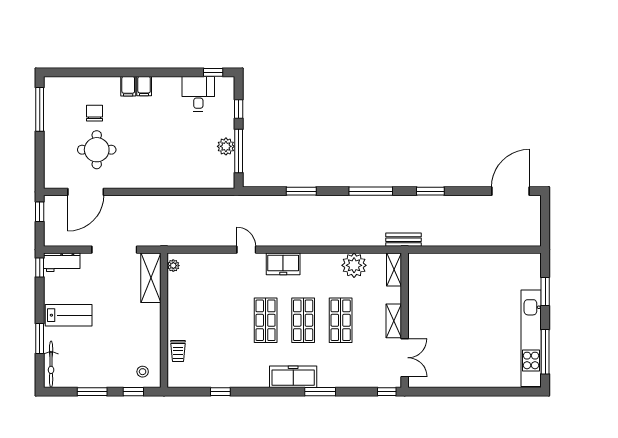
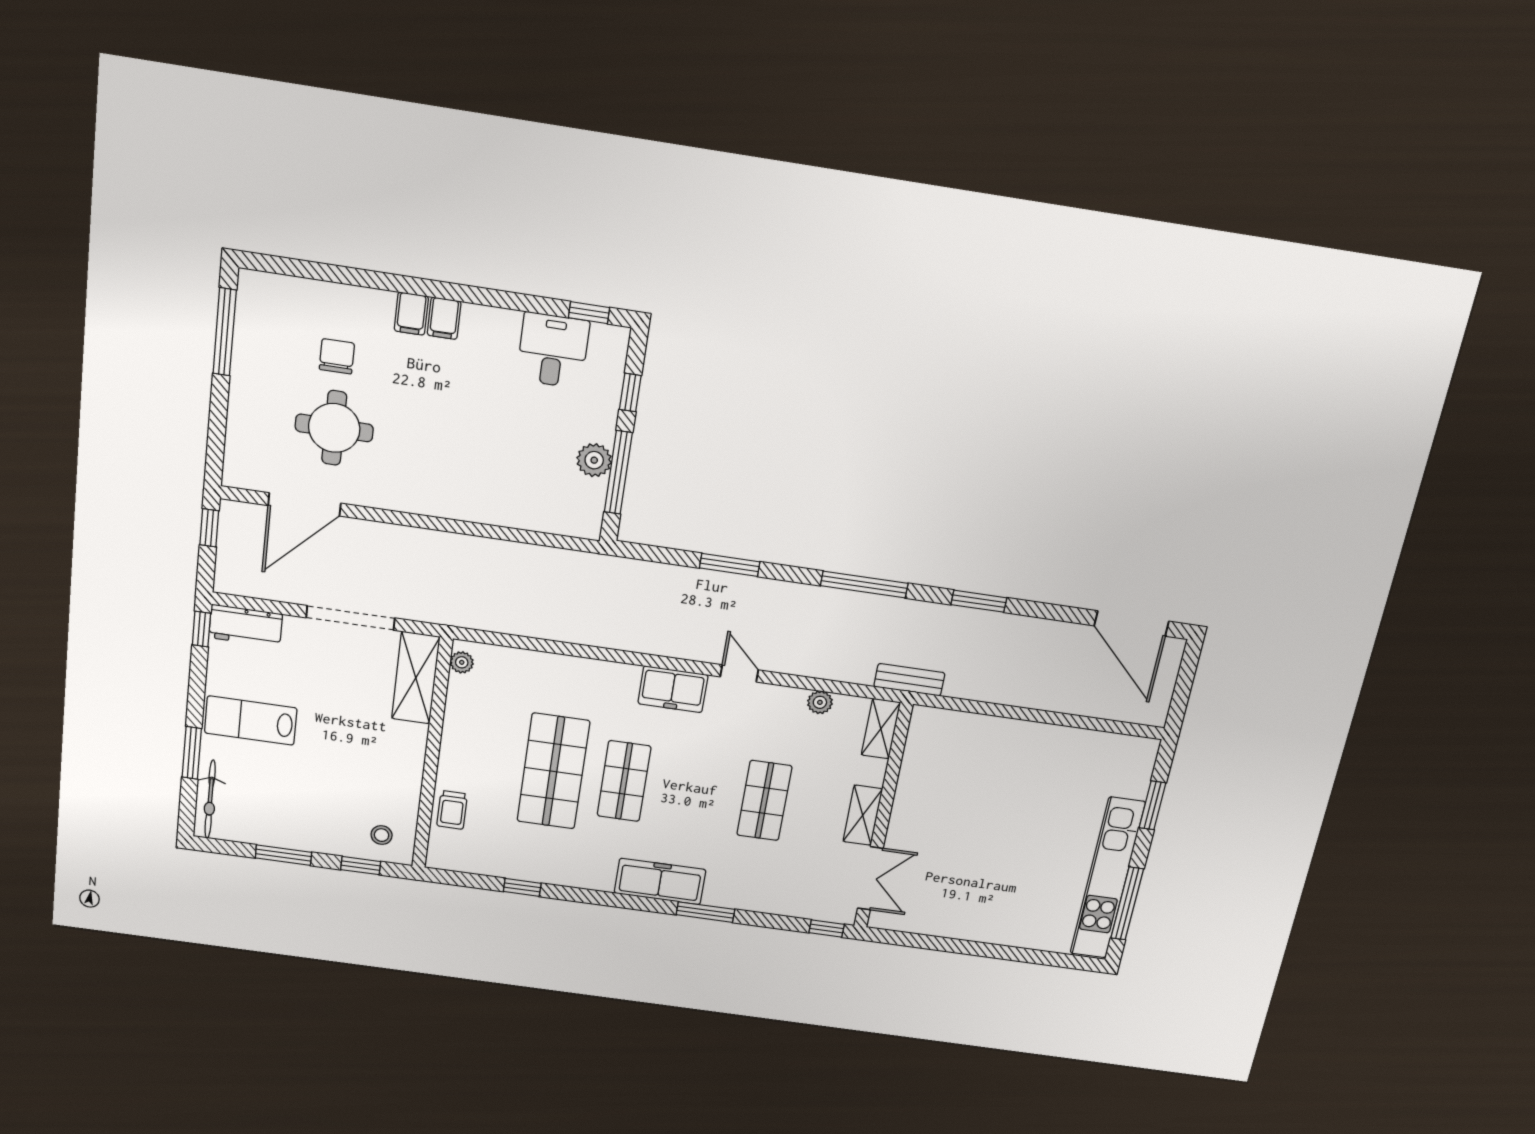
door: (510, 191) -> (1132, 623), swing flipped
door: (246, 250) -> (739, 673), moved
plant: (354, 265) -> (820, 702), width x0.53, depth x0.53
lab bench: (69, 315) -> (251, 721), turned 180
shop shelf: (303, 320) -> (553, 771), moved, width x1.43, depth x1.36

